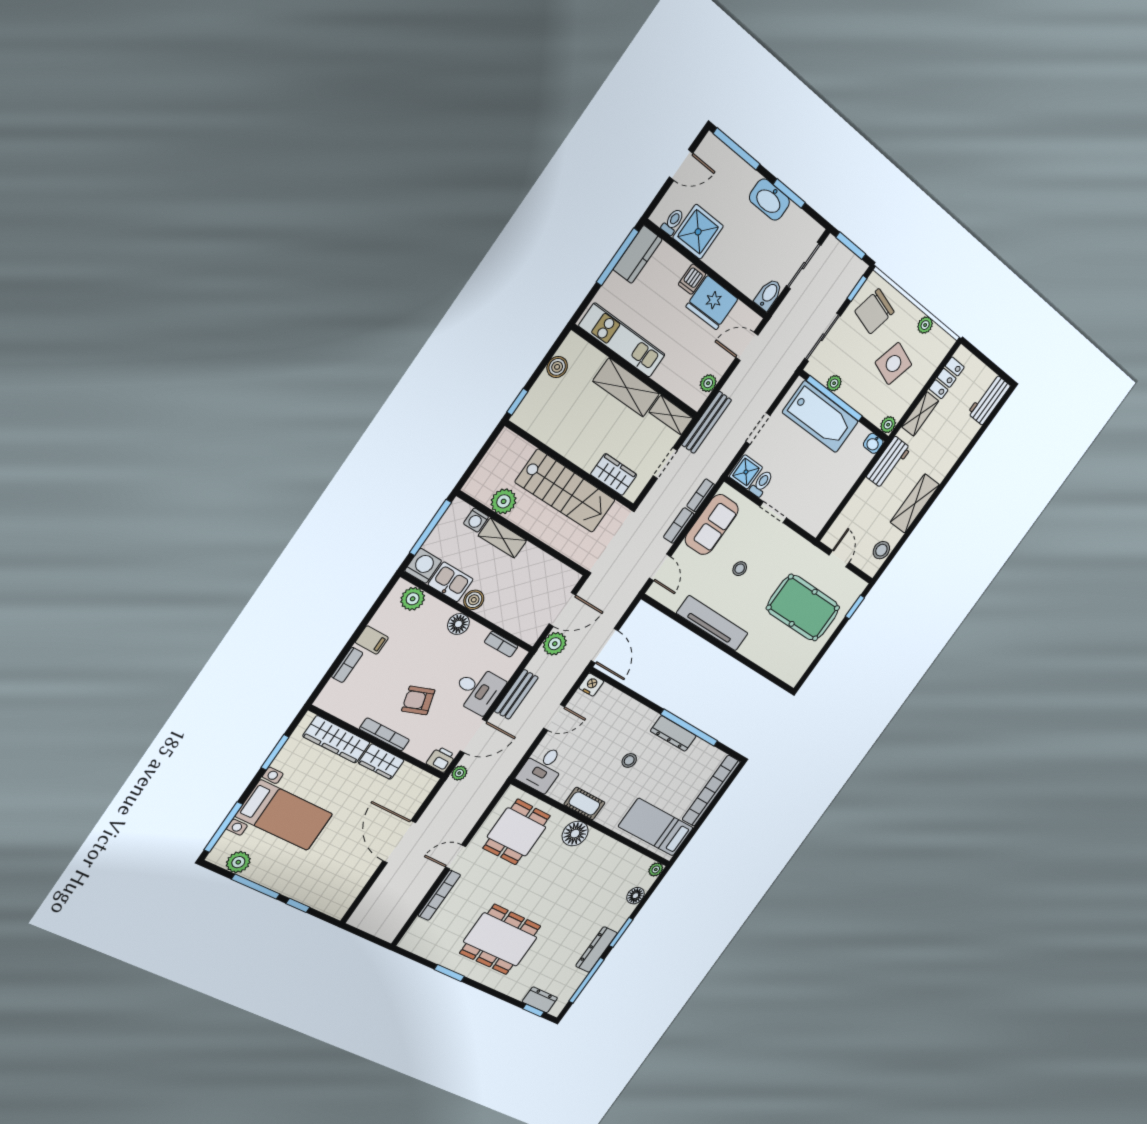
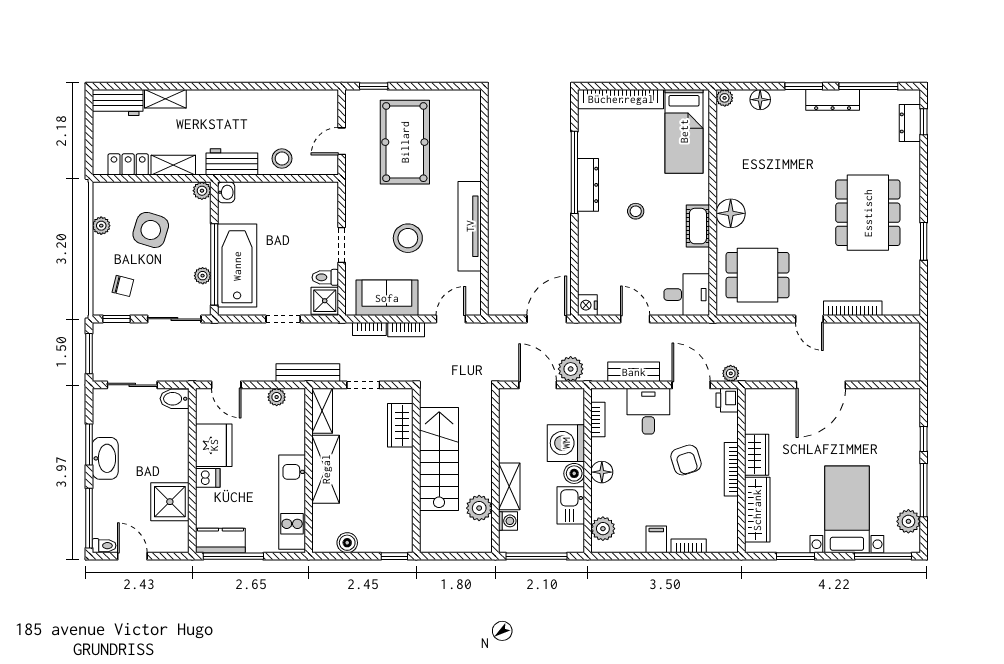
toilet: (673, 222) -> (104, 546), moved, turned 180
chair: (875, 311) -> (123, 286), width x0.54, depth x0.54
shelving: (915, 504) -> (165, 99), moved, width x0.67, depth x0.75
stool: (881, 550) -> (282, 159), moved
washing machine: (423, 566) -> (566, 443), moved, width x1.37, depth x1.37
stool: (740, 569) -> (408, 238), width x1.89, depth x1.89

